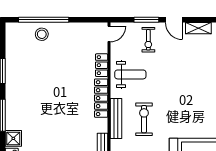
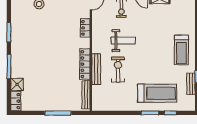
weight bench: (130, 74) -> (123, 41), moved
locker: (101, 98) -> (85, 64), moved

